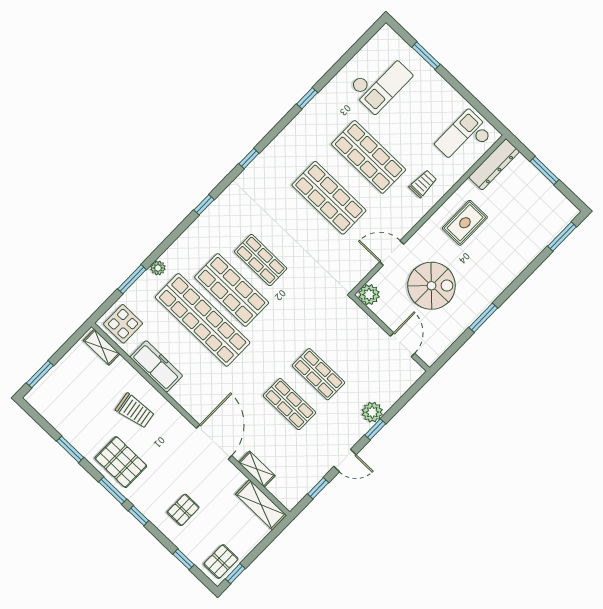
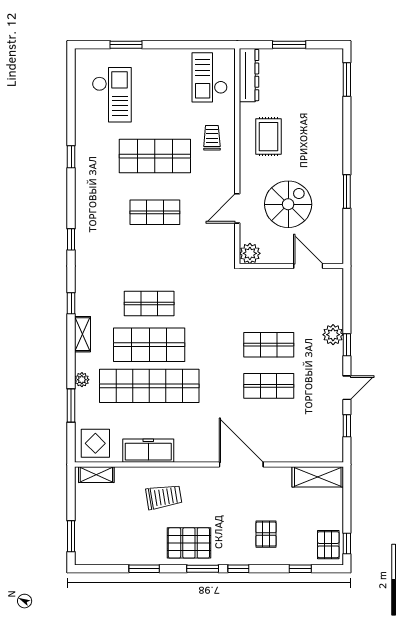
shop shelf: (329, 198) -> (155, 212), width x0.70, depth x0.74
shelving: (257, 469) -> (83, 334), moved, turned 90

